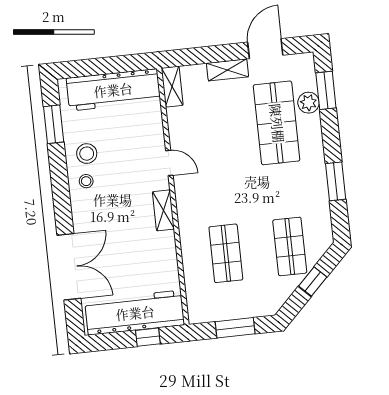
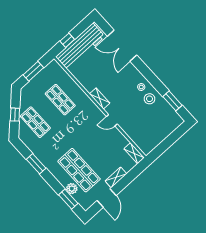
workbench: (113, 90) -> (158, 134), removed

